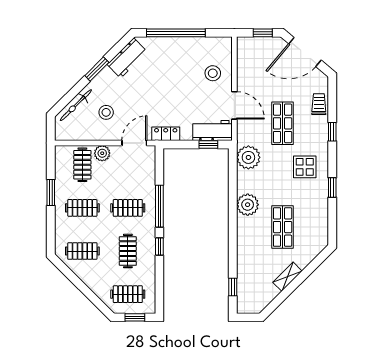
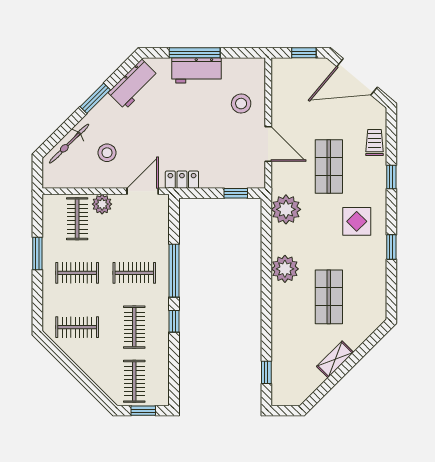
window: (176, 33) -> (195, 53), width x0.68
workbench: (212, 131) -> (196, 70), moved, turned 180
clothes rail: (128, 294) -> (134, 381), turned 90

